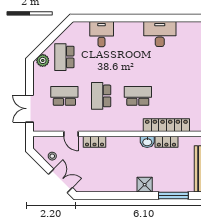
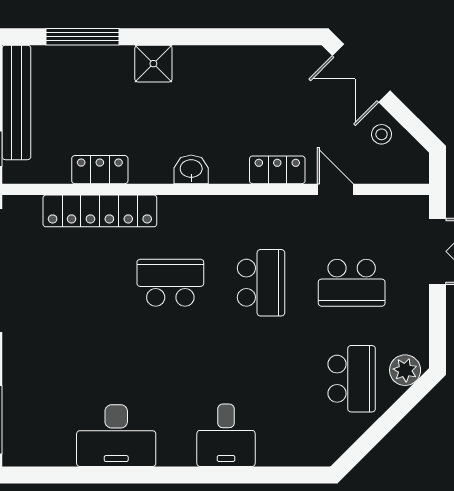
desk: (102, 34) -> (226, 435), moved
school desk: (138, 96) -> (170, 283), turned 180
washbasin: (147, 142) -> (191, 169), moved

